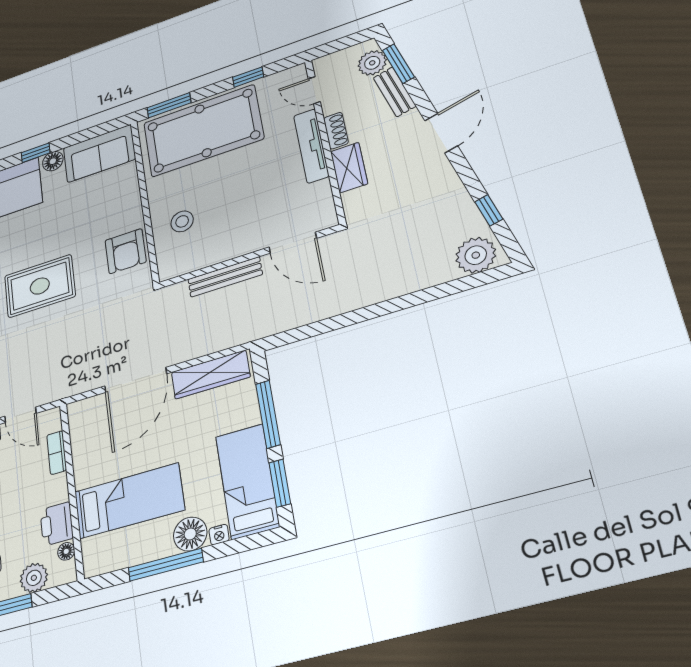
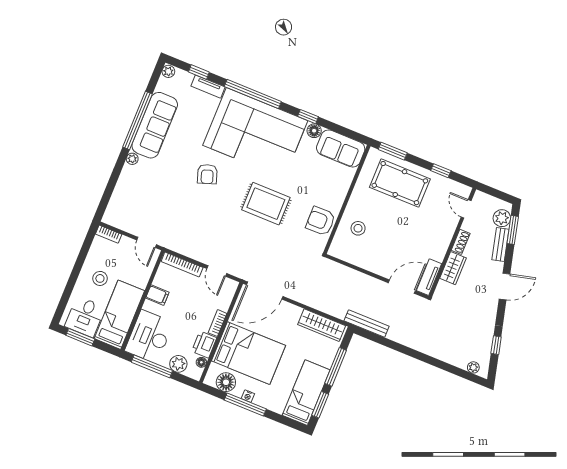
pool table: (203, 131) -> (400, 183), width x0.73, depth x0.76
tv unit: (311, 146) -> (429, 277), moved, width x0.71
door: (293, 243) -> (402, 287), swing flipped
armchair: (126, 251) -> (321, 221), turned 89
plant: (476, 255) -> (473, 367), width x0.53, depth x0.53
bench: (225, 277) -> (367, 324), moved
door: (136, 380) -> (265, 291), moved
bookcase: (57, 453) -> (217, 323), moved
bed: (129, 501) -> (249, 353), width x1.50
floor lamp: (190, 534) -> (226, 382), moved
nightstand: (219, 535) -> (248, 396), moved

